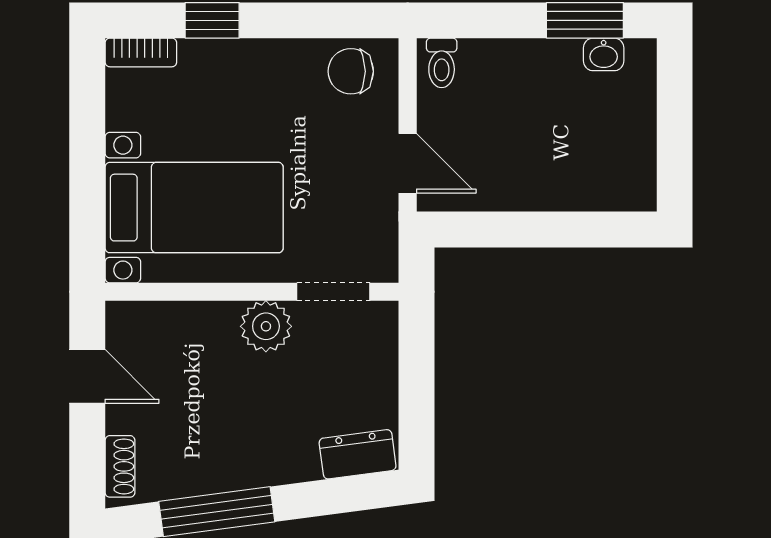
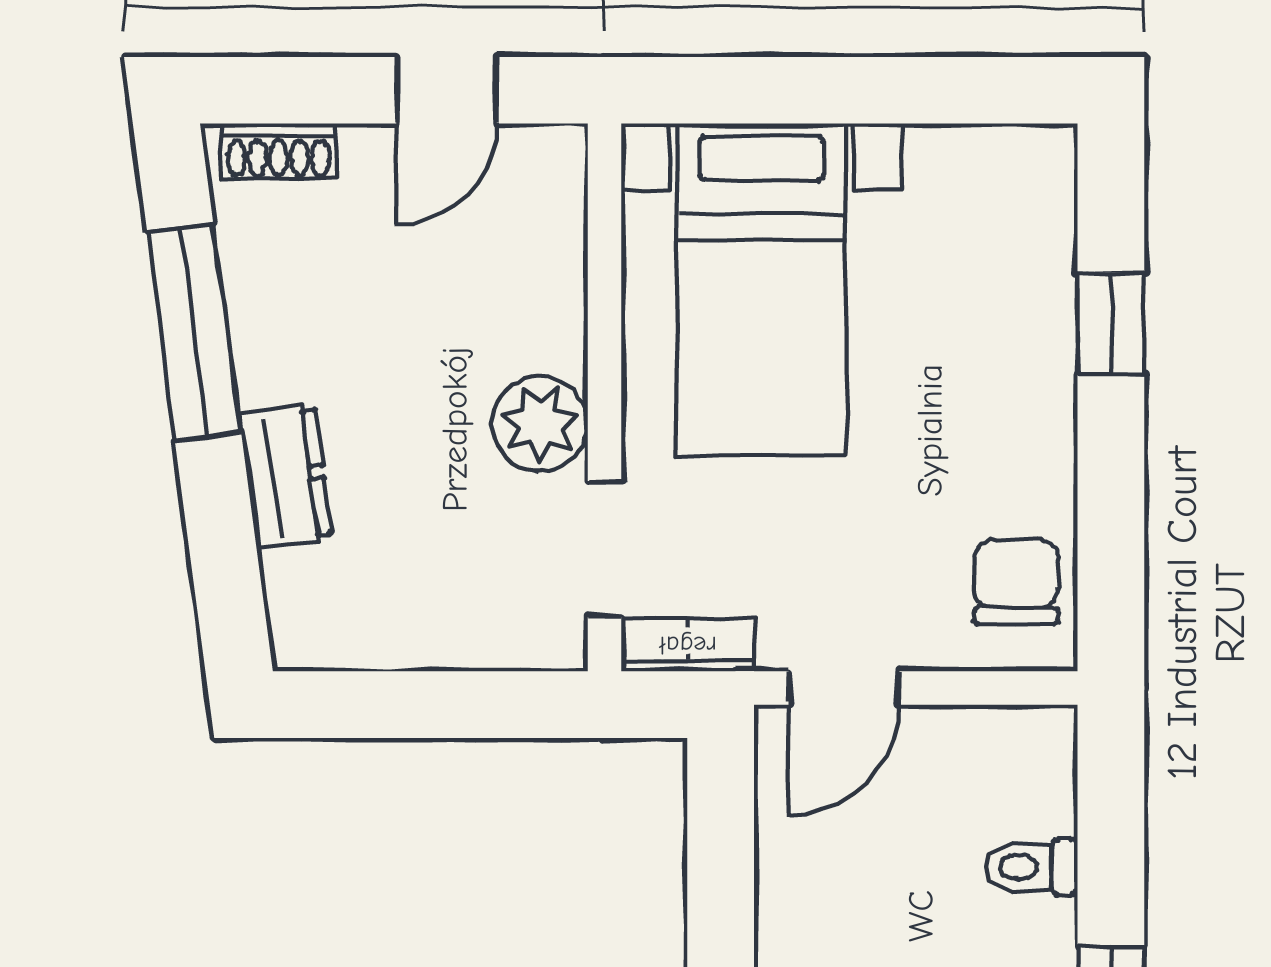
bookcase: (141, 52) -> (688, 645), moved, turned 90
toilet: (442, 63) -> (1031, 867), moved
dresser: (358, 454) -> (285, 476), moved

